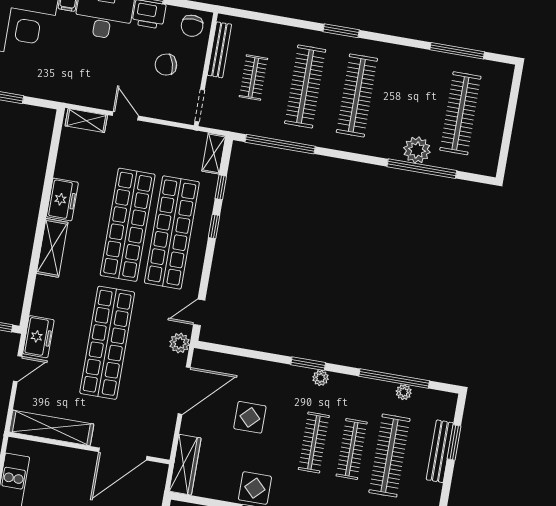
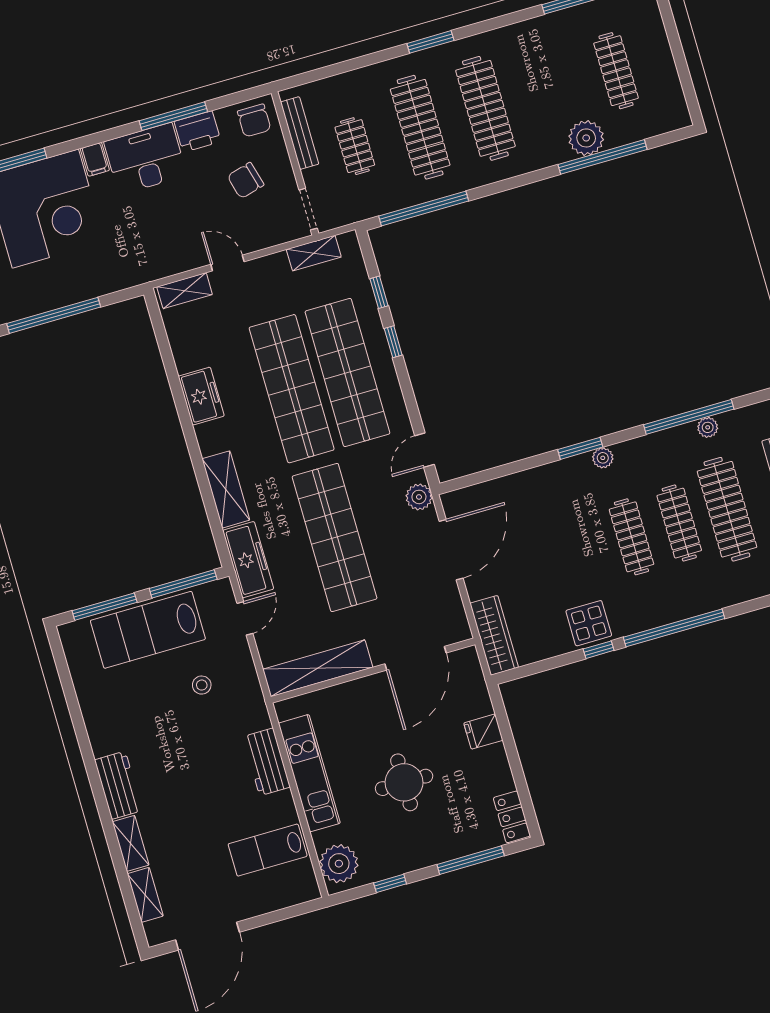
clothes rail: (460, 113) -> (616, 71), width x0.73, depth x0.76
shelving: (214, 153) -> (314, 253), moved, turned 90
shelving: (52, 248) -> (226, 489), moved
freezer: (38, 337) -> (248, 560), width x1.40
display table: (250, 417) -> (543, 544), removed

